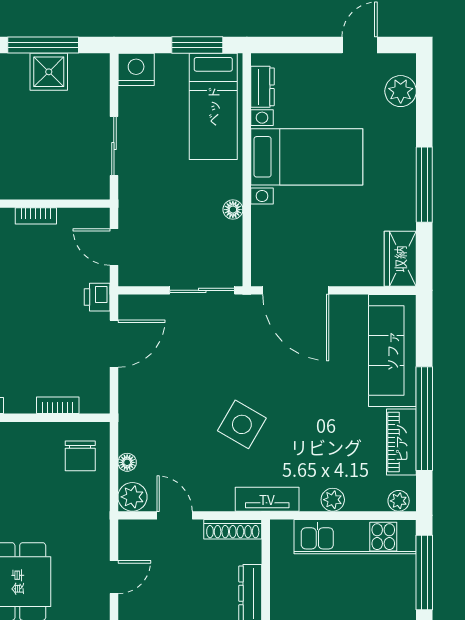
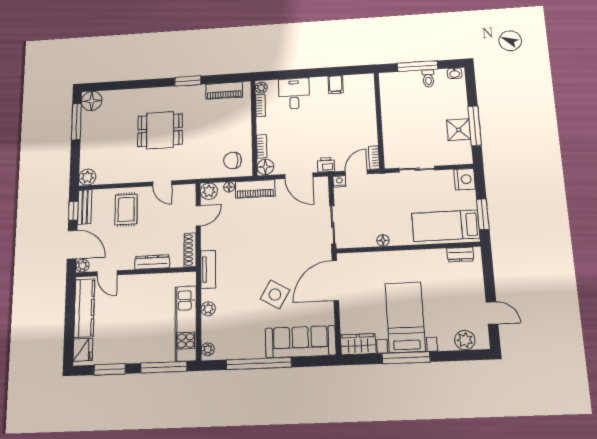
bed with nightstands: (307, 157) -> (405, 317), moved, turned 180
bookcase: (36, 216) -> (374, 158), moved
nightstand: (128, 276) -> (339, 181), added
floor lamp: (95, 400) -> (265, 167), added
side table: (242, 424) -> (275, 294), moved
piano: (401, 442) -> (255, 189), moved, turned 180

